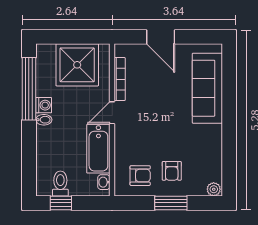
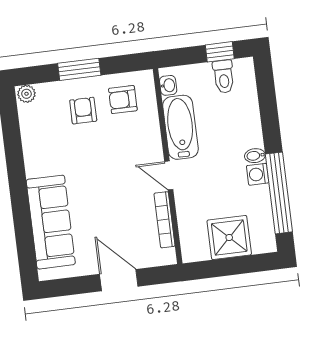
shower: (77, 65) -> (229, 238), width x0.73, depth x0.73
door: (112, 113) -> (169, 175), swing flipped

